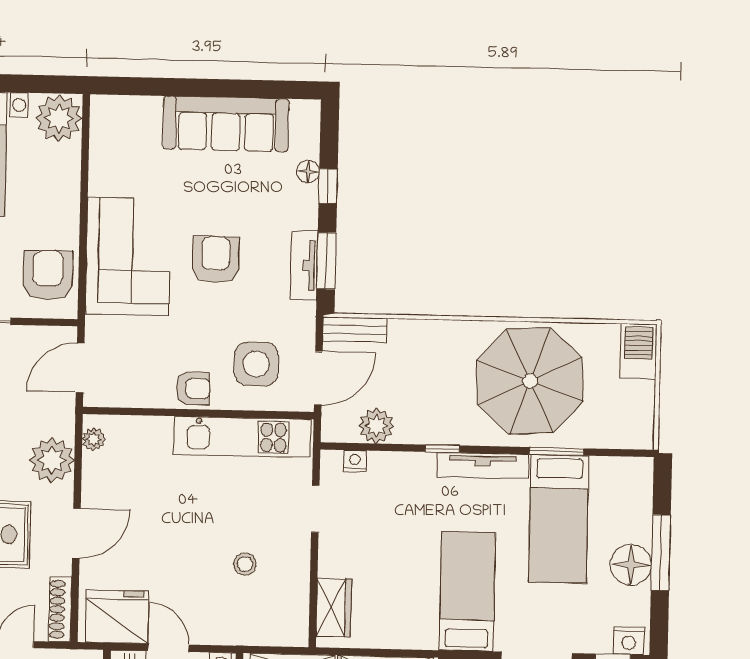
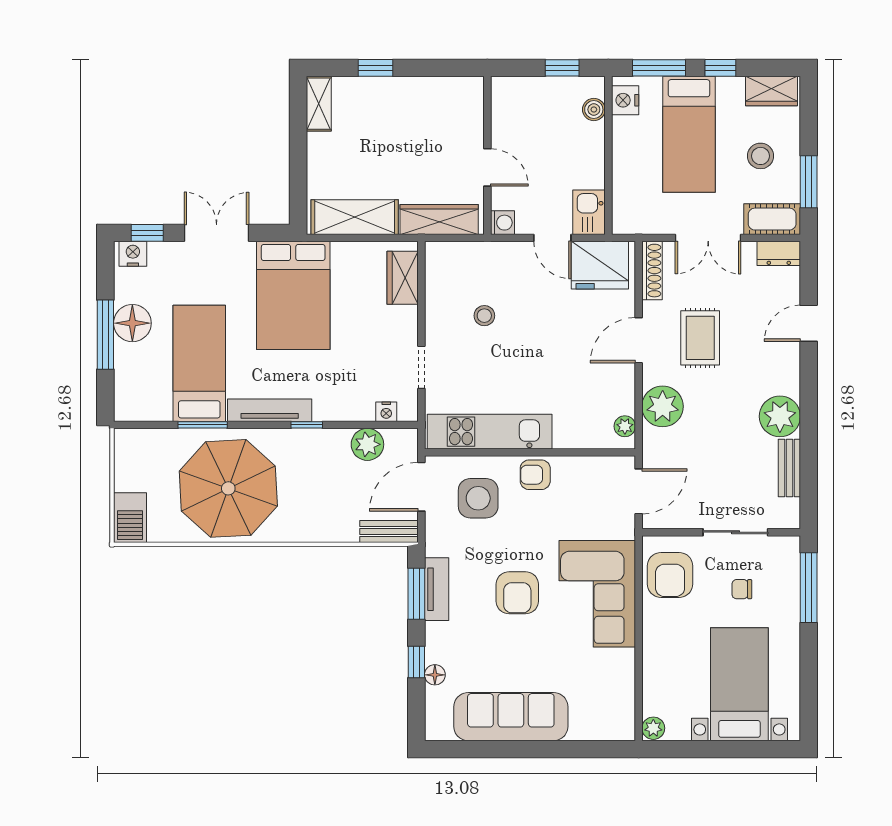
plant: (59, 118) -> (653, 728), width x0.53, depth x0.53
bed: (467, 591) -> (293, 295), width x1.50

